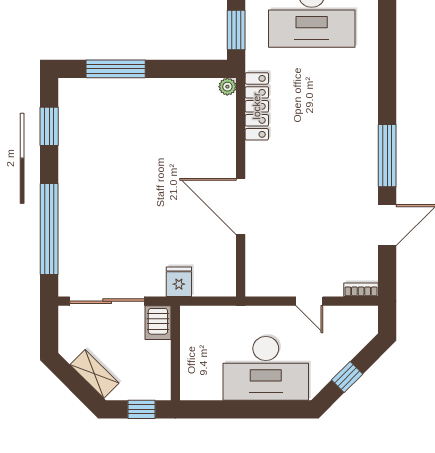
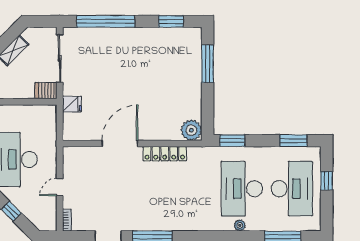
plant: (369, 18) -> (240, 225), added
plant: (227, 87) -> (191, 130), width x1.88, depth x1.88
locker: (257, 106) -> (165, 154), moved

